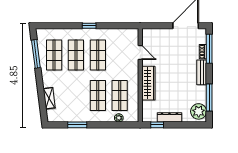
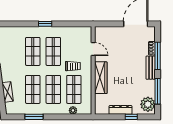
window: (209, 49) -> (158, 56), moved
shop shelf: (54, 55) -> (33, 89), moved
trolley: (119, 71) -> (73, 66), added
window: (157, 125) -> (131, 117), moved

